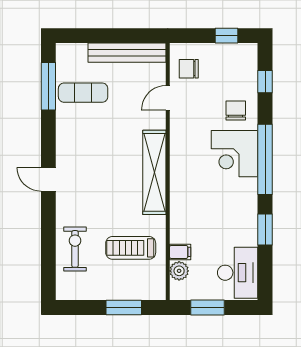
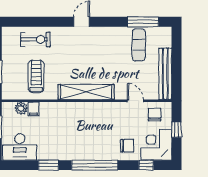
window: (227, 36) -> (176, 130), moved
corner desk: (234, 154) -> (156, 145), moved

